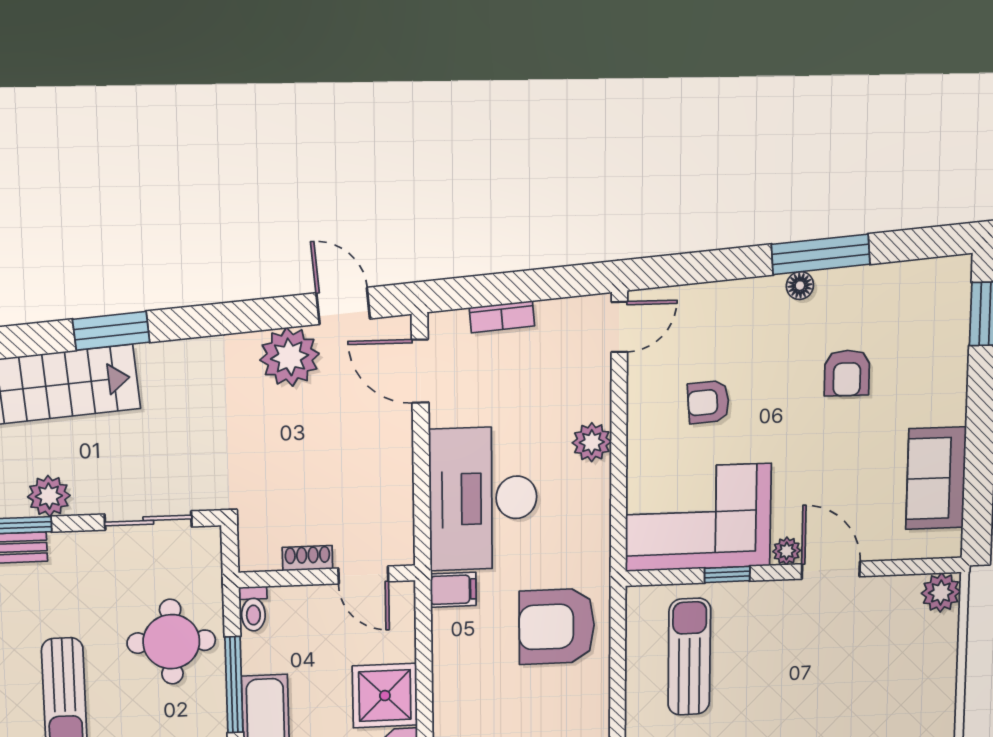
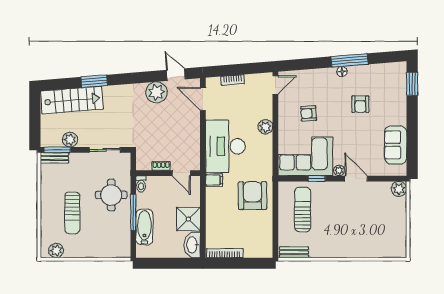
armchair: (557, 626) -> (252, 196), turned 90

